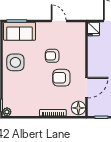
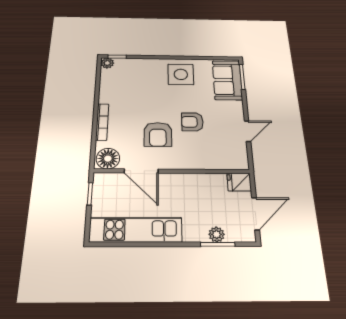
armchair: (52, 56) -> (192, 122), turned -90
armchair: (61, 78) -> (158, 134), turned 180

